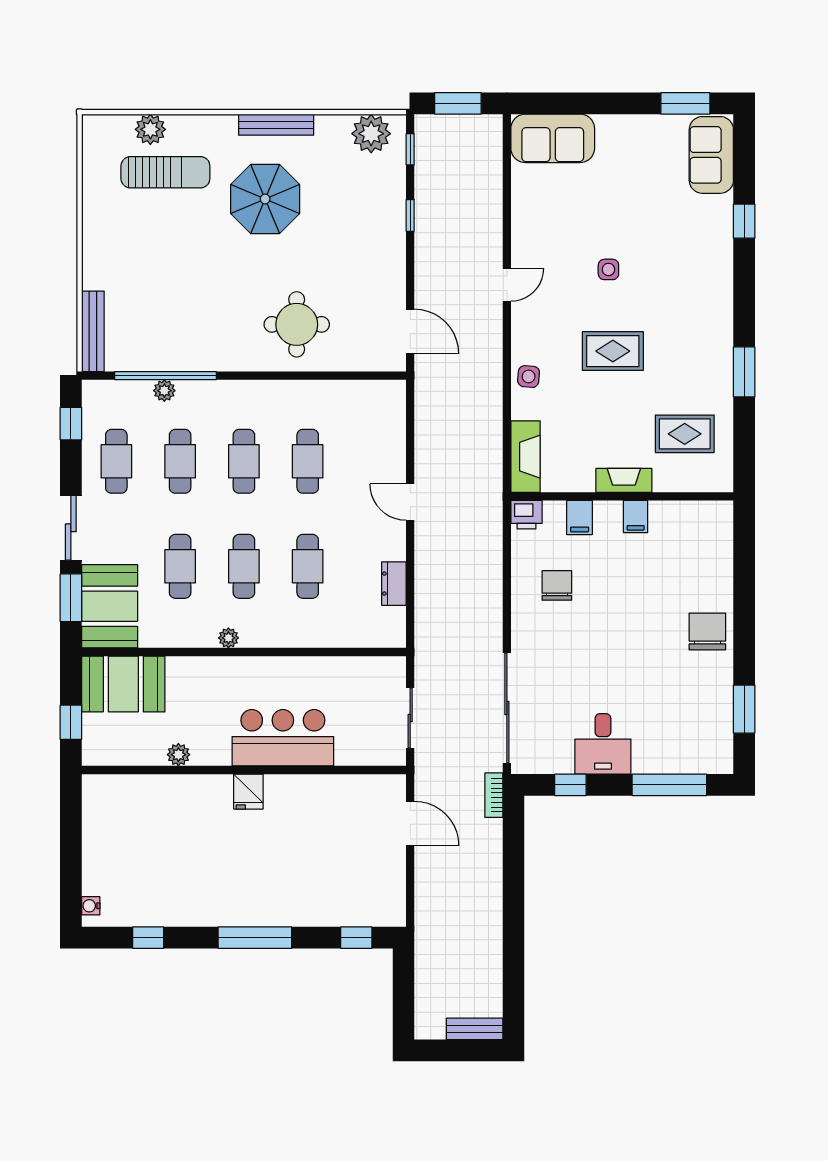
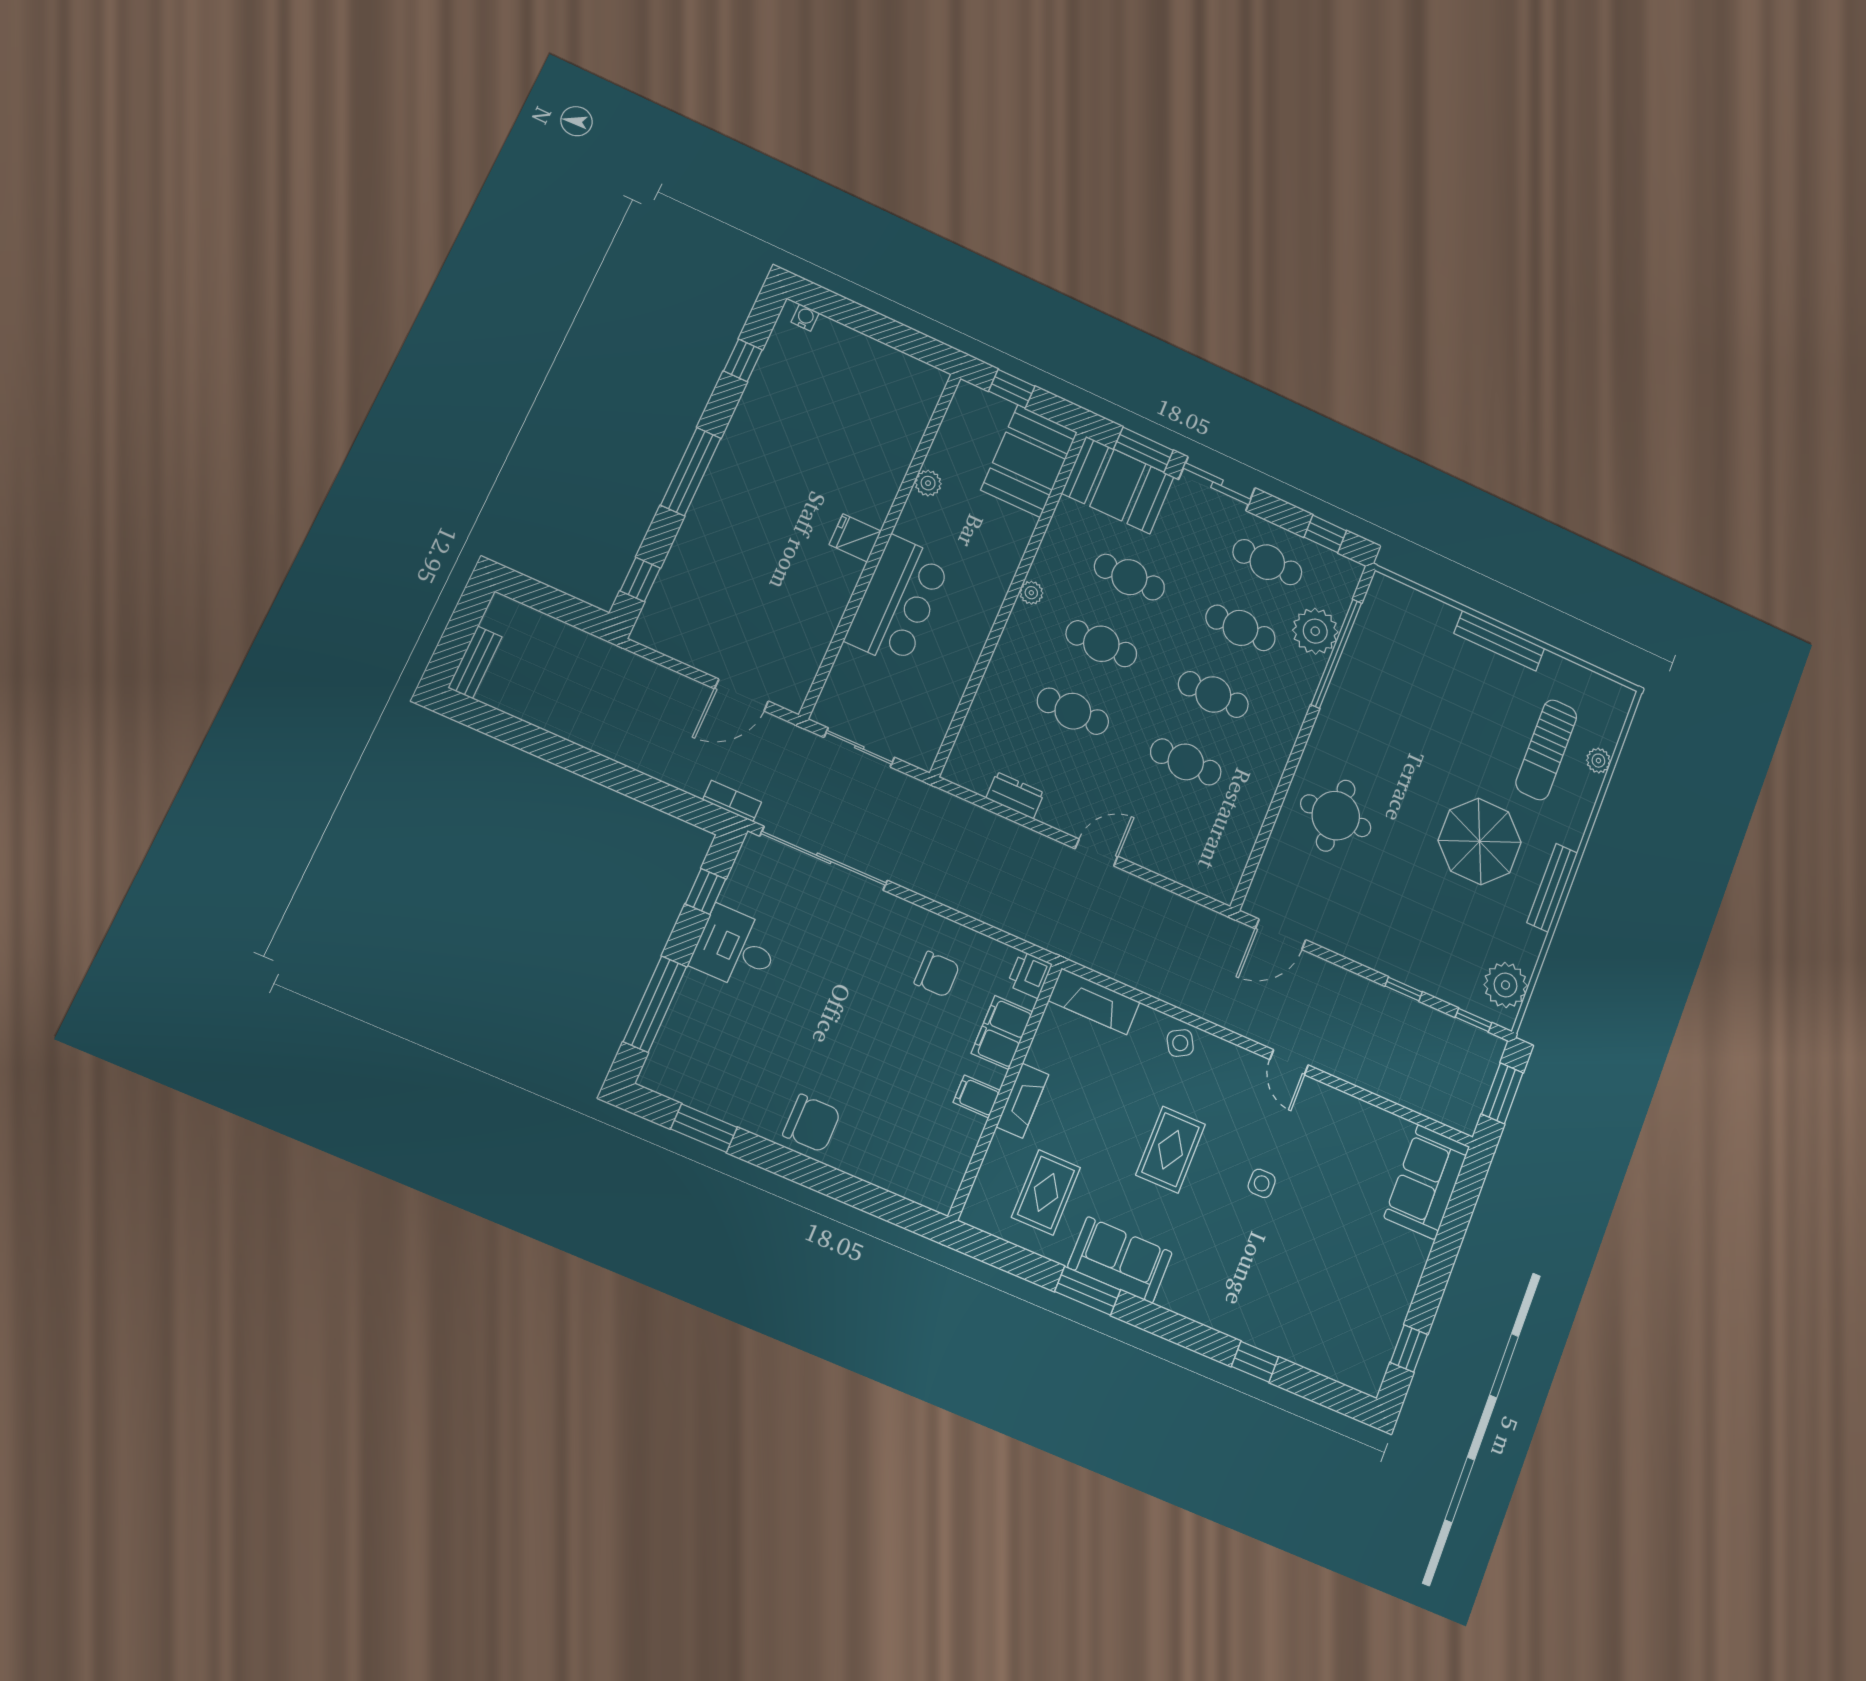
window: (685, 103) -> (1409, 1348), width x0.67
plant: (150, 129) -> (1598, 761), width x0.73, depth x0.73
sofa: (711, 155) -> (1120, 1260), moved
bench: (93, 331) -> (1499, 641), moved
side table: (529, 377) -> (1180, 1043), turned -35
plant: (164, 391) -> (1315, 631), width x1.87, depth x1.87
filing cabinet: (580, 518) -> (1002, 1033), width x2.00

